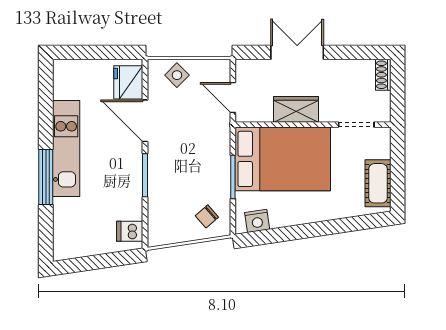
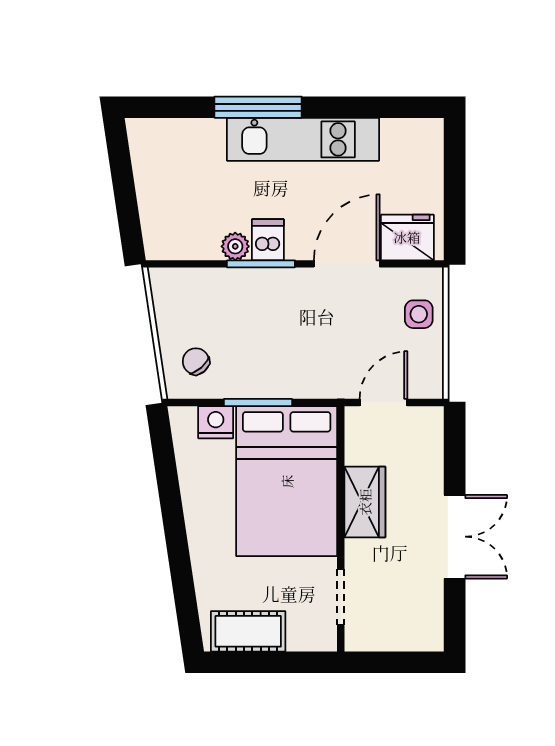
double door: (297, 52) -> (455, 537), moved
side table: (177, 75) -> (419, 314), turned 45
shoe rack: (383, 75) -> (419, 640), removed
plant: (134, 191) -> (235, 246), added
nightstand: (257, 221) -> (216, 422), moved, turned 98
dishwasher: (130, 231) -> (268, 240), moved

